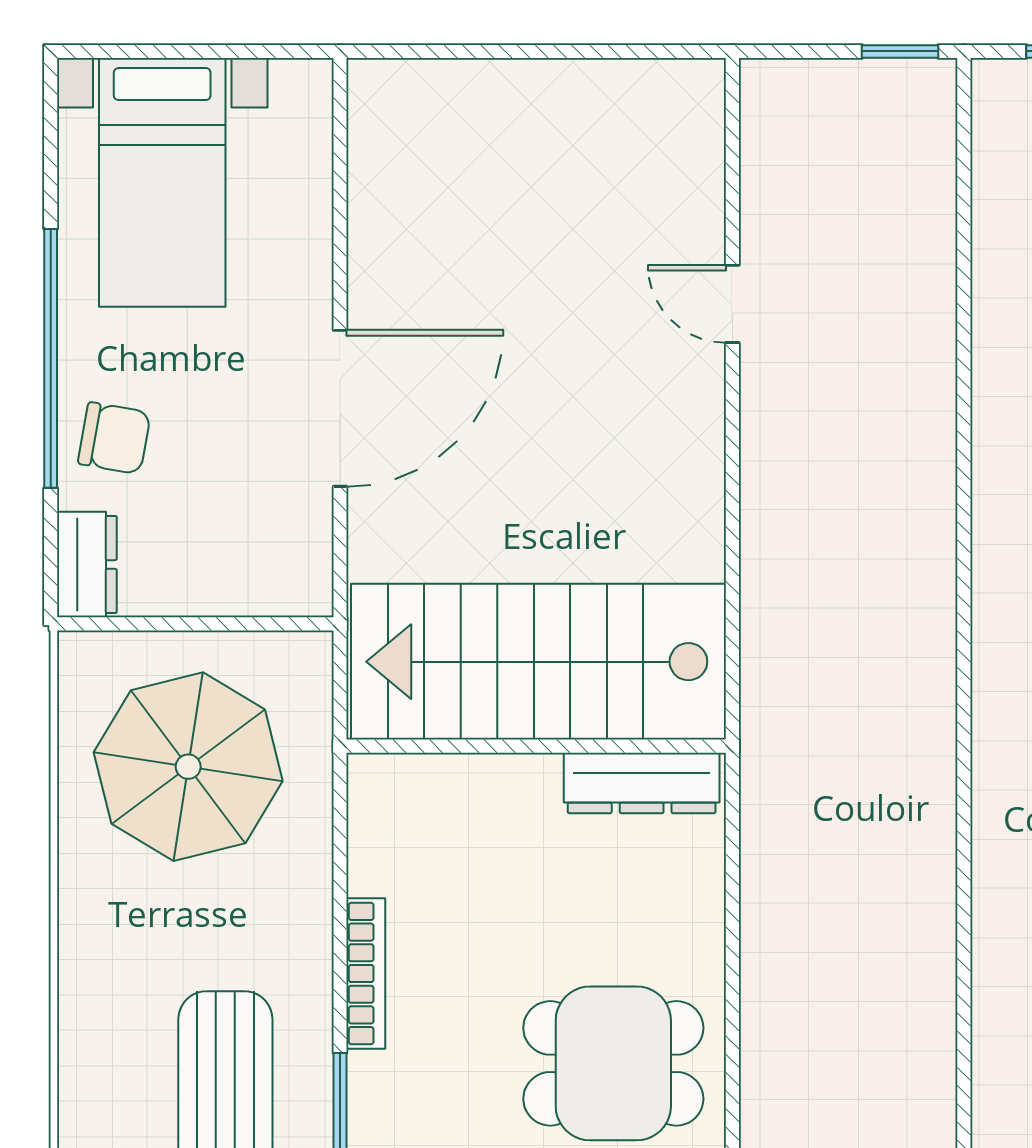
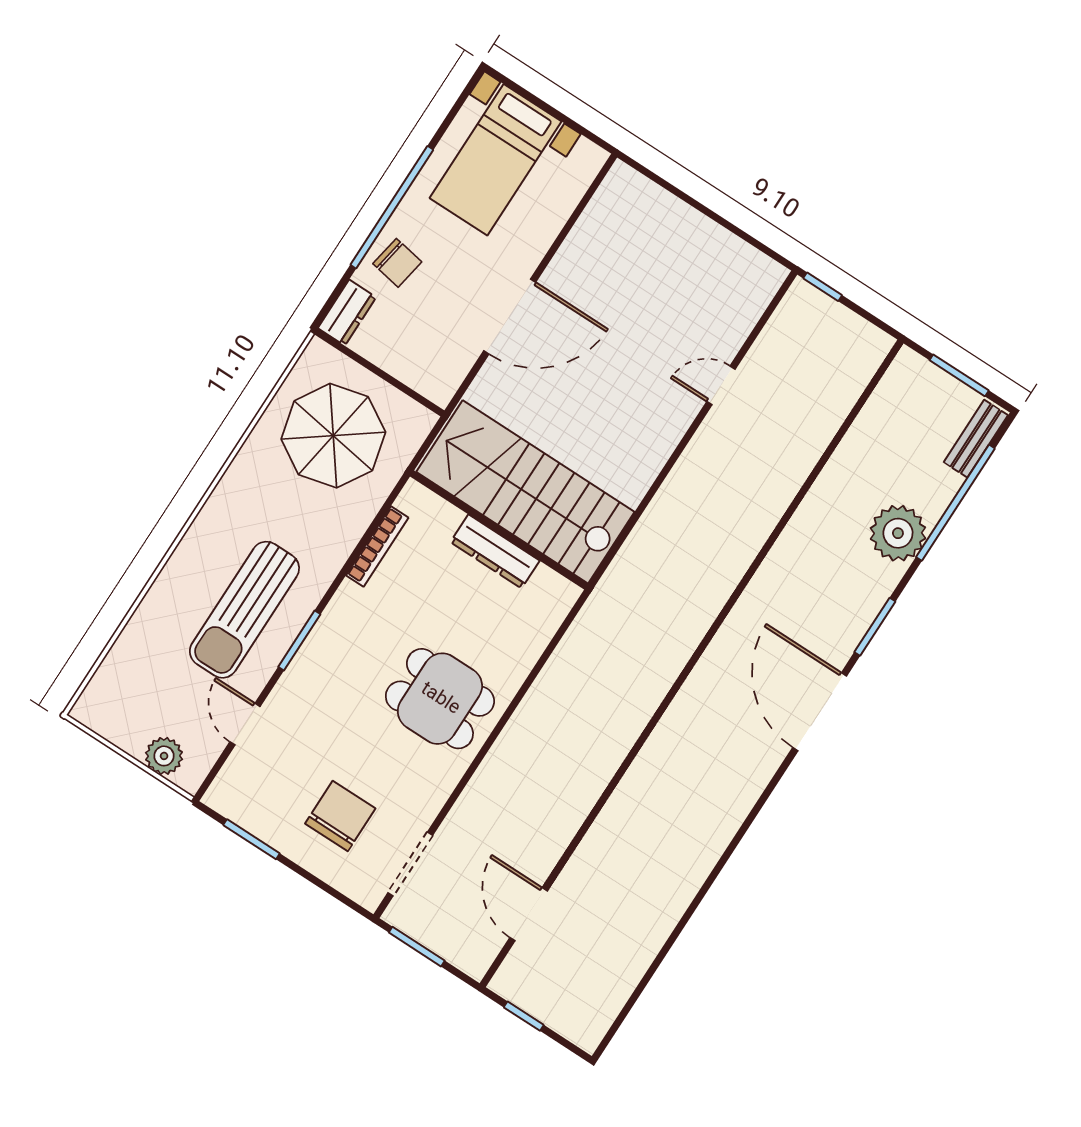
window: (900, 51) -> (823, 287), moved
door: (732, 304) -> (721, 385), hinge flipped
dresser: (642, 783) -> (495, 551), moved
bookcase: (366, 974) -> (377, 546), moved

